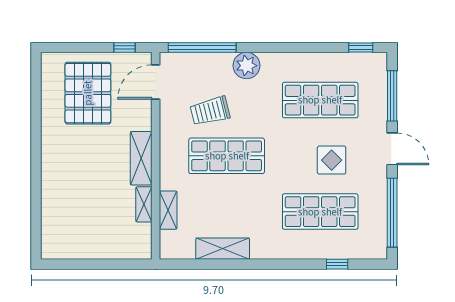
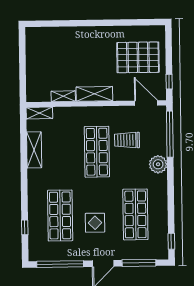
trolley: (210, 111) -> (127, 140), turned -76
shelving: (168, 210) -> (39, 113), moved

